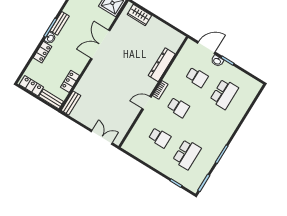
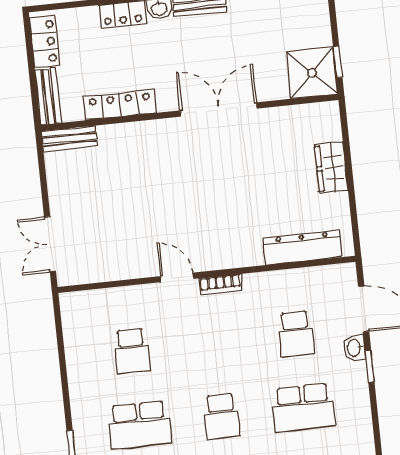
wardrobe: (139, 15) -> (331, 167), moved
dresser: (162, 65) -> (303, 248), moved
locker: (70, 81) -> (120, 105), width x1.53
school desk: (178, 107) -> (222, 416), moved
double door: (102, 137) -> (50, 244), swing flipped

